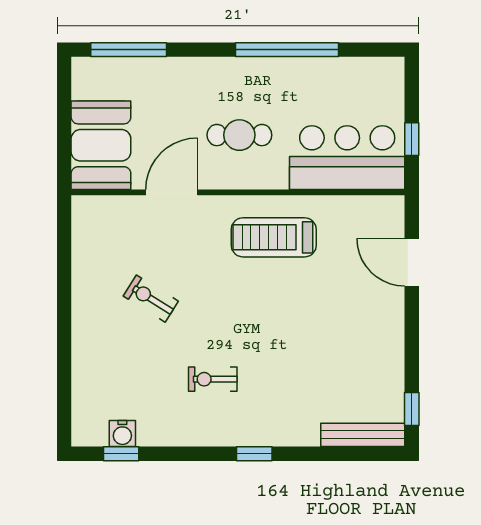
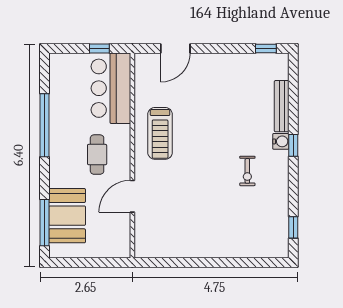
booth: (101, 145) -> (67, 216), moved, turned 90
door: (172, 192) -> (132, 196), hinge flipped
exercise bike: (151, 299) -> (198, 209), removed
water cooler: (122, 434) -> (281, 141), moved
bench: (363, 435) -> (282, 106), moved

